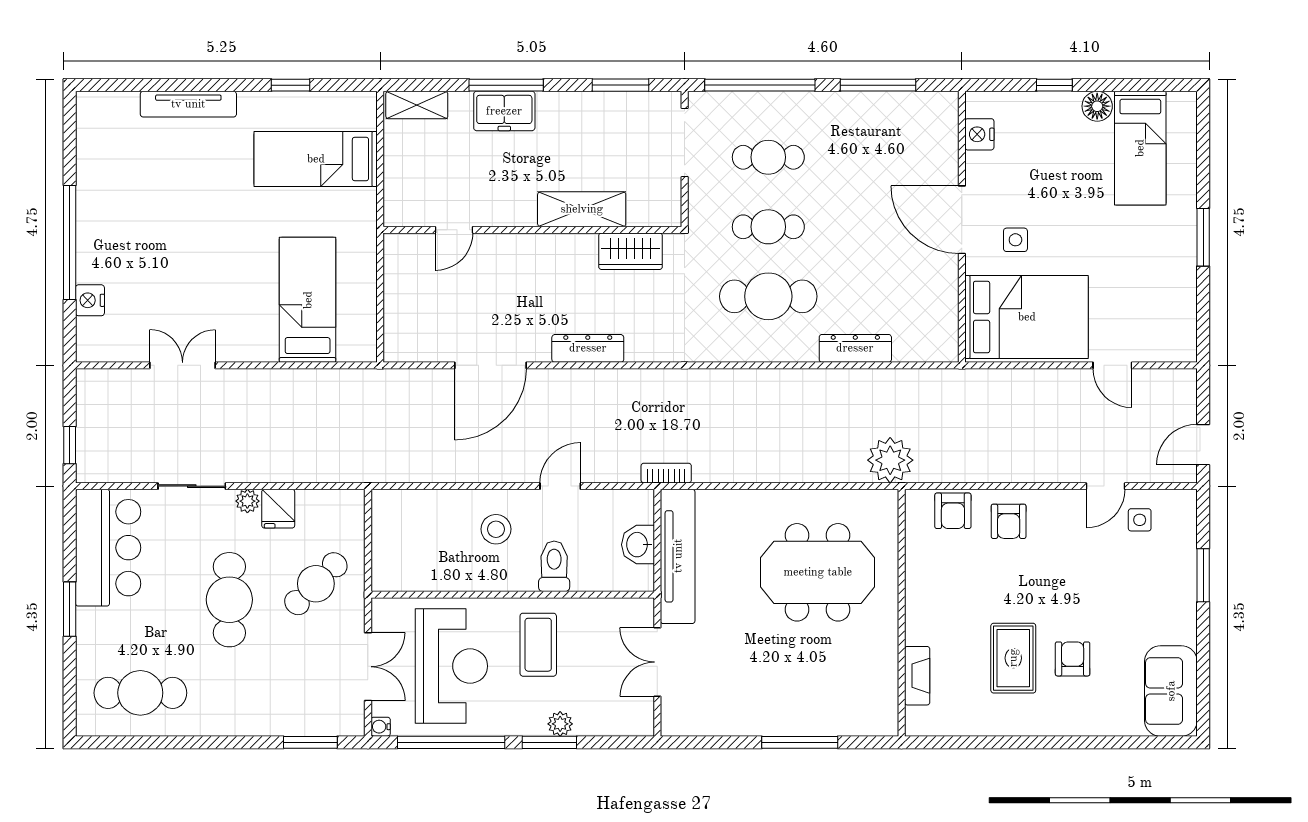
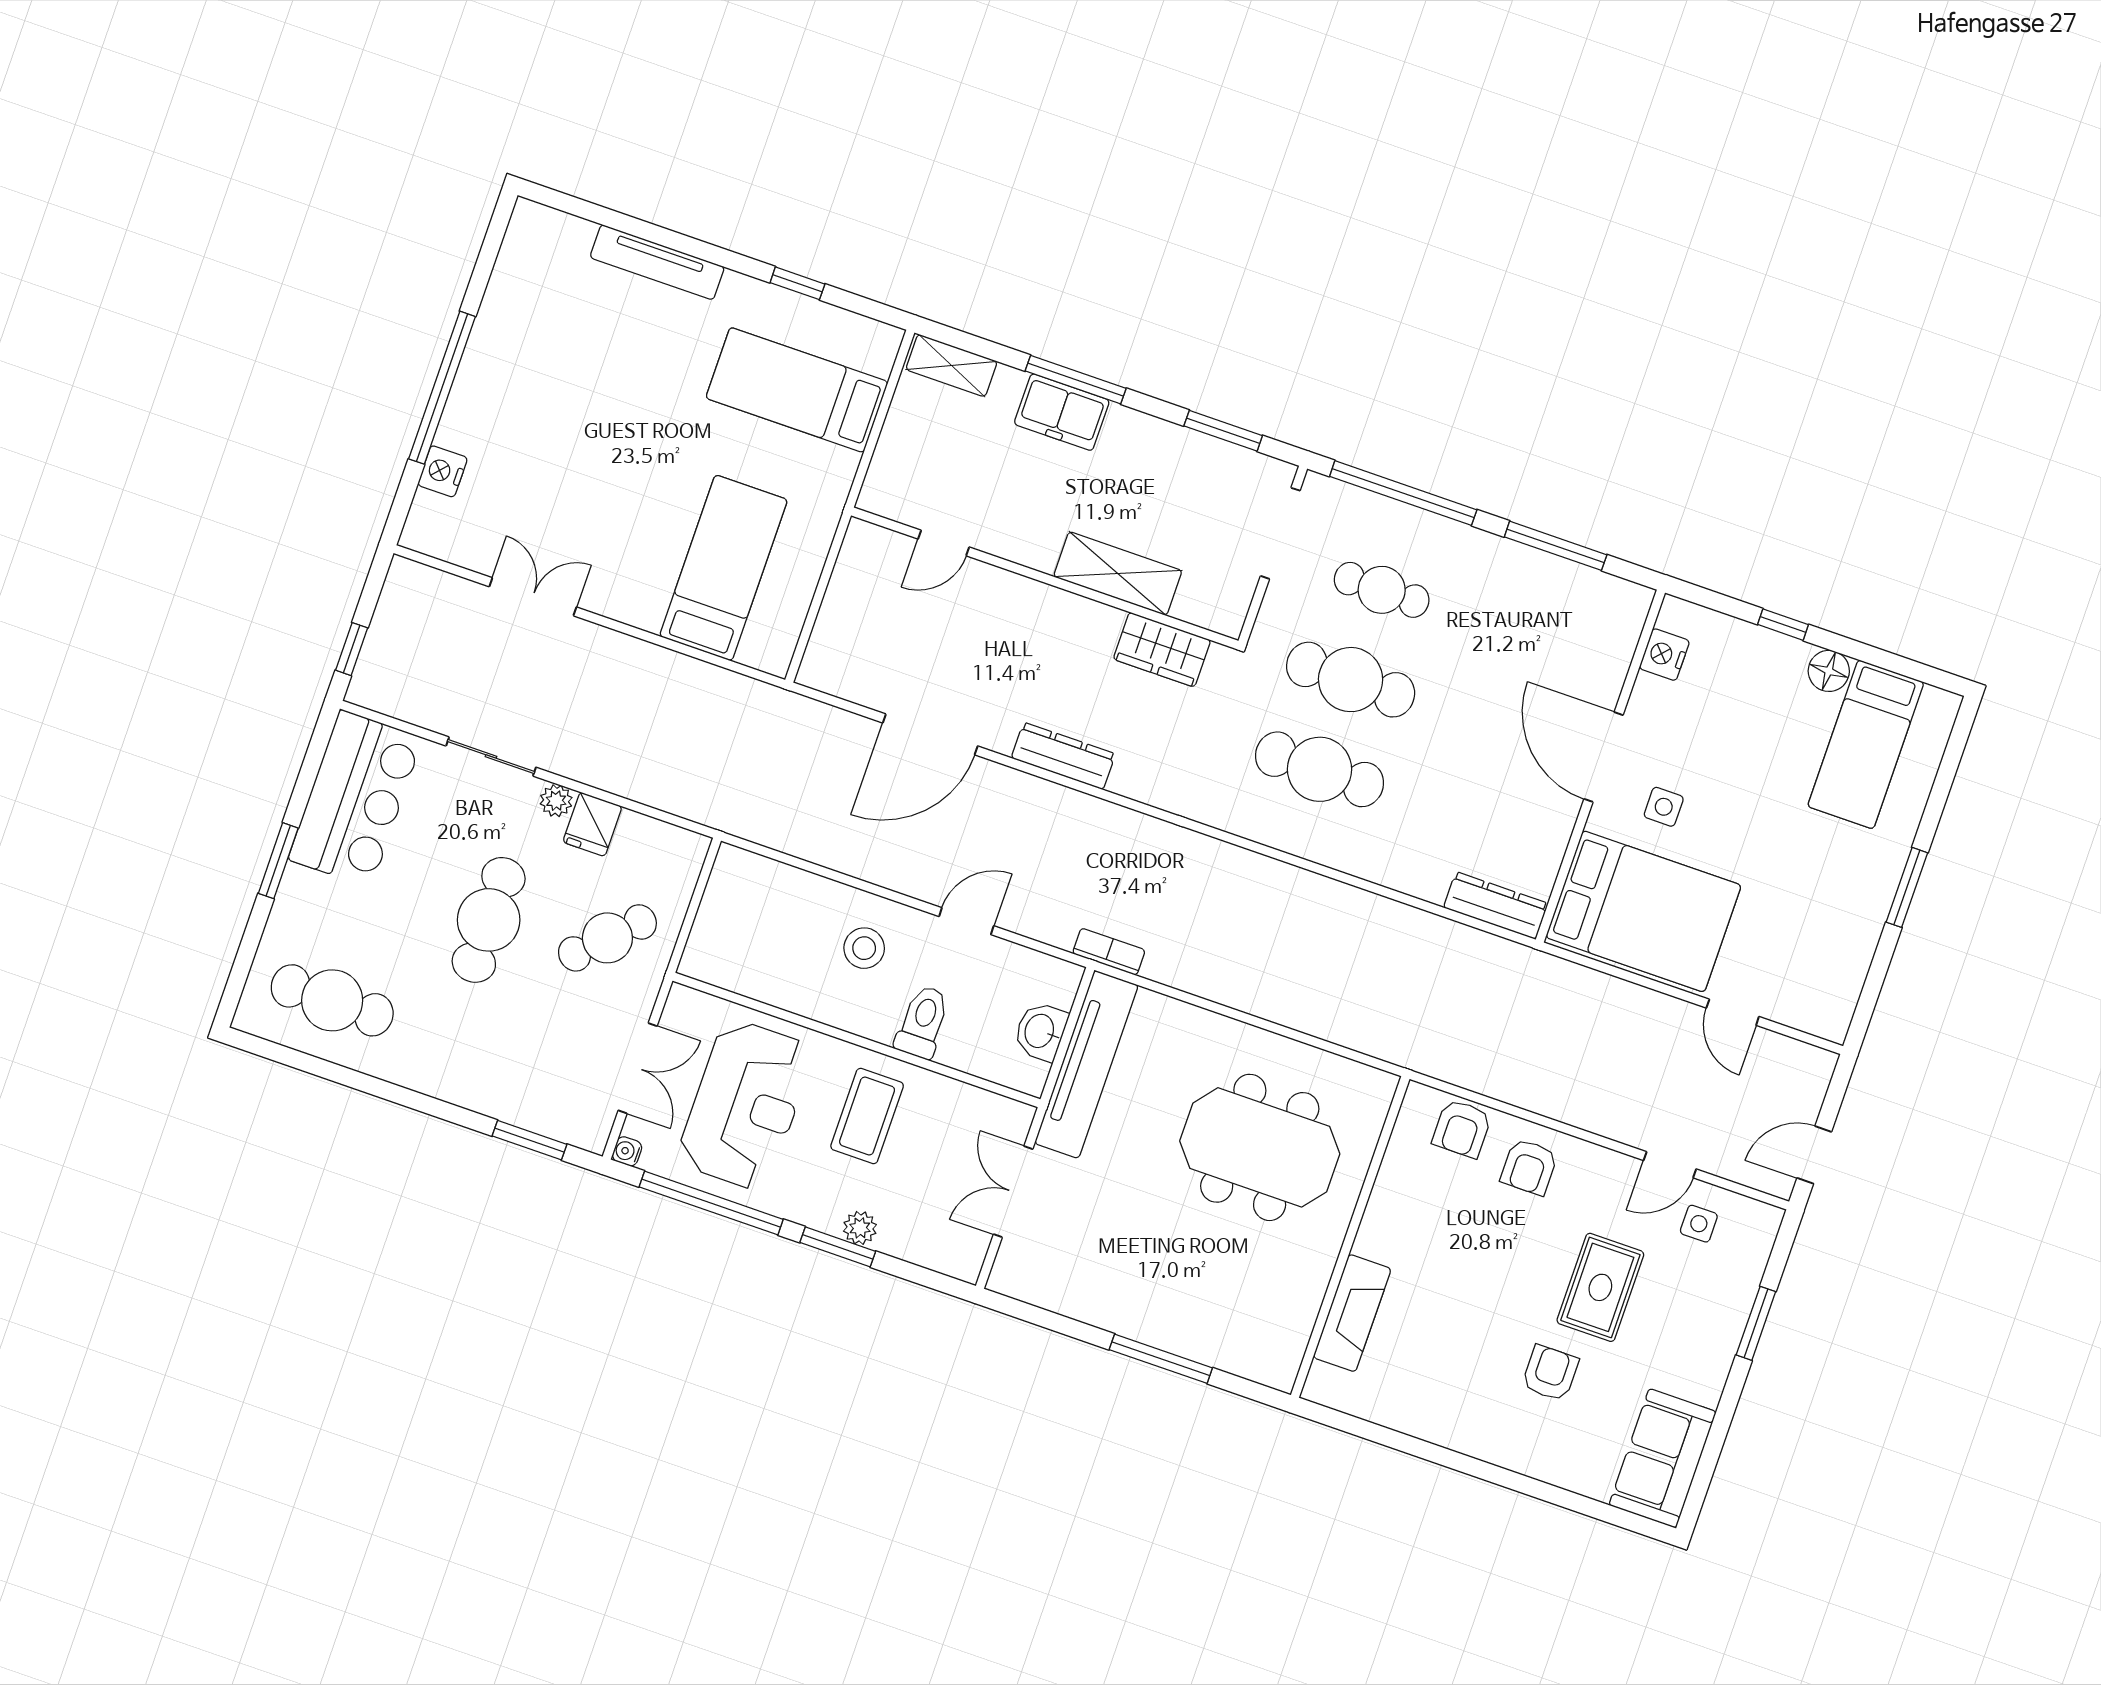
cafe table: (768, 227) -> (1351, 680), width x1.37, depth x1.35
dresser: (855, 348) -> (1496, 906), moved
plant: (890, 460) -> (1404, 1035), removed
rug: (1013, 658) -> (1600, 1287), moved
fireplace: (917, 676) -> (1352, 1313), width x1.37, depth x1.32

